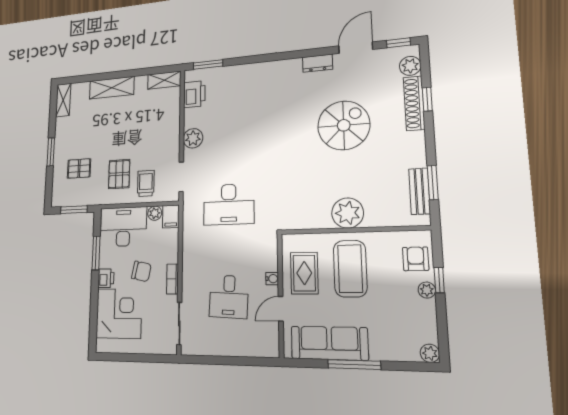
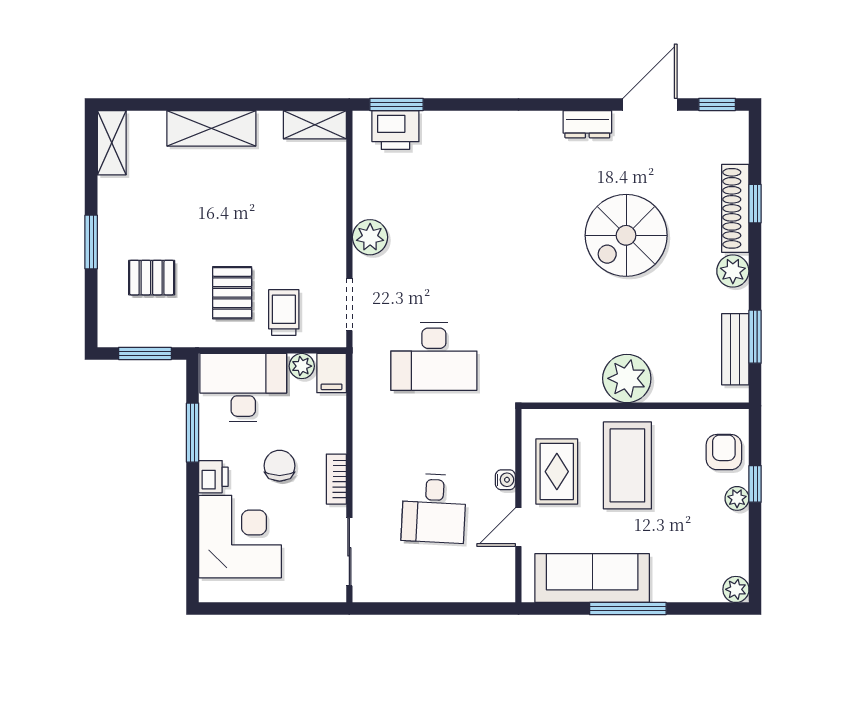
plant: (410, 66) -> (733, 271), moved
printer: (194, 94) -> (395, 130), moved, turned 90
spiral stairs: (344, 125) -> (626, 235), turned 180
chair: (141, 271) -> (280, 466), turned -102

